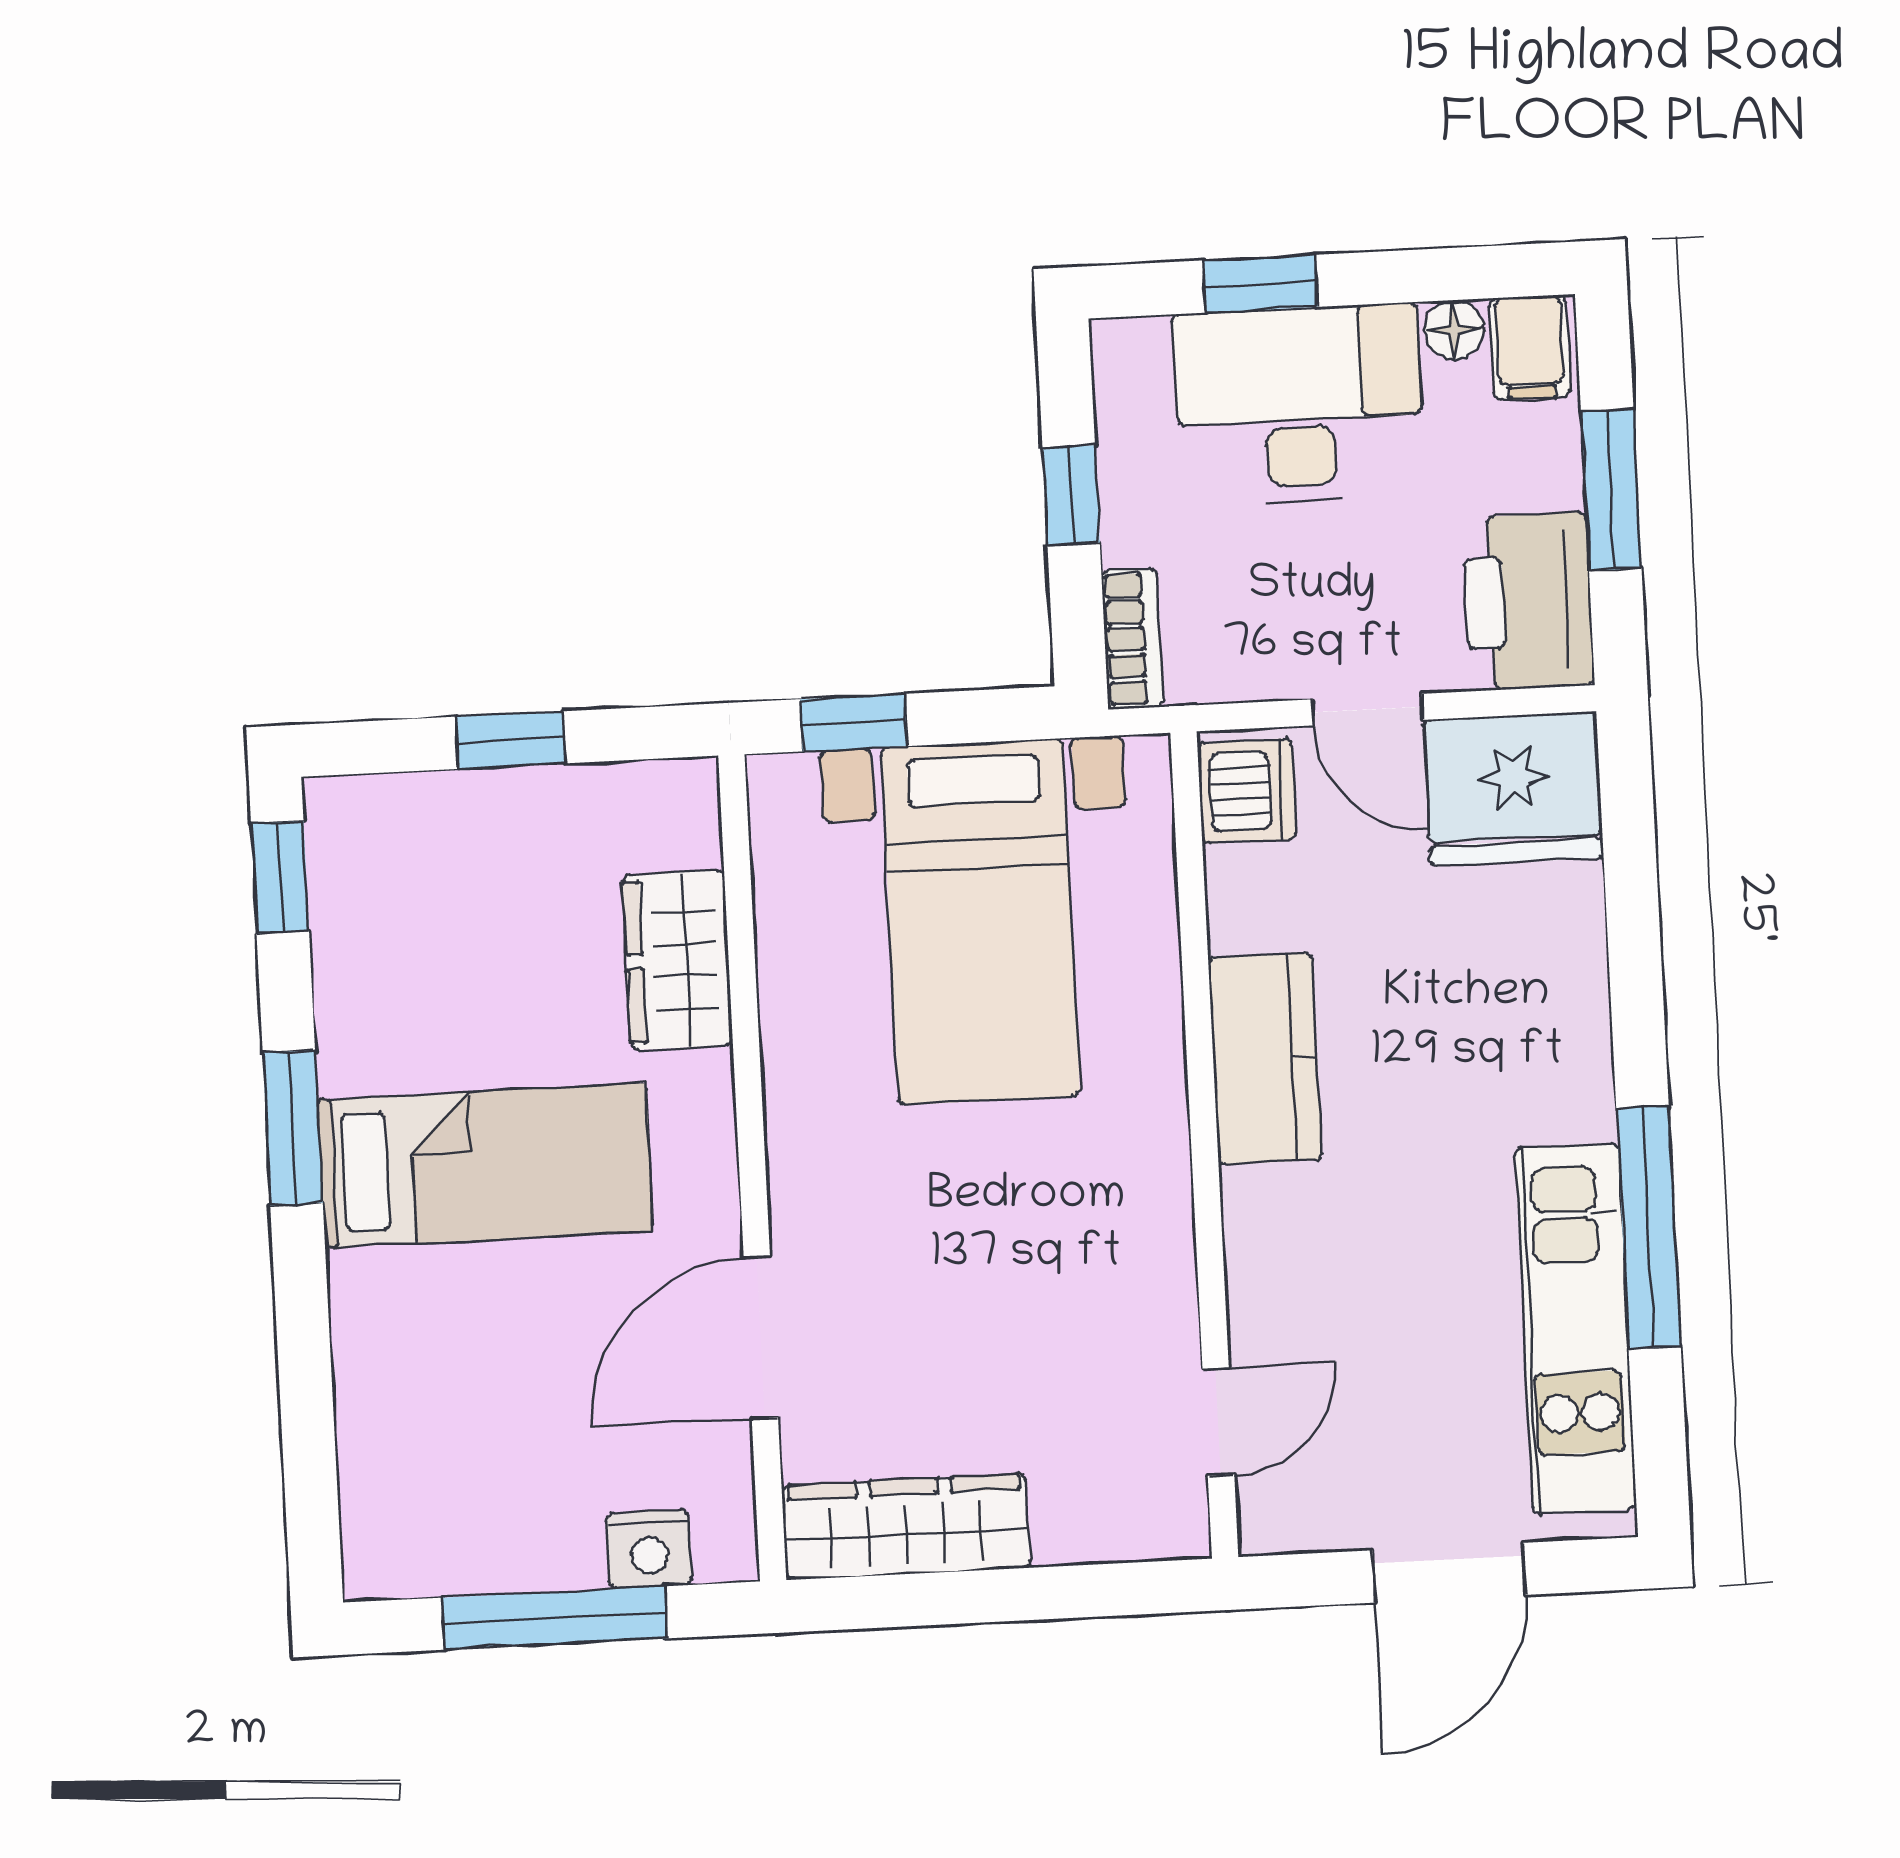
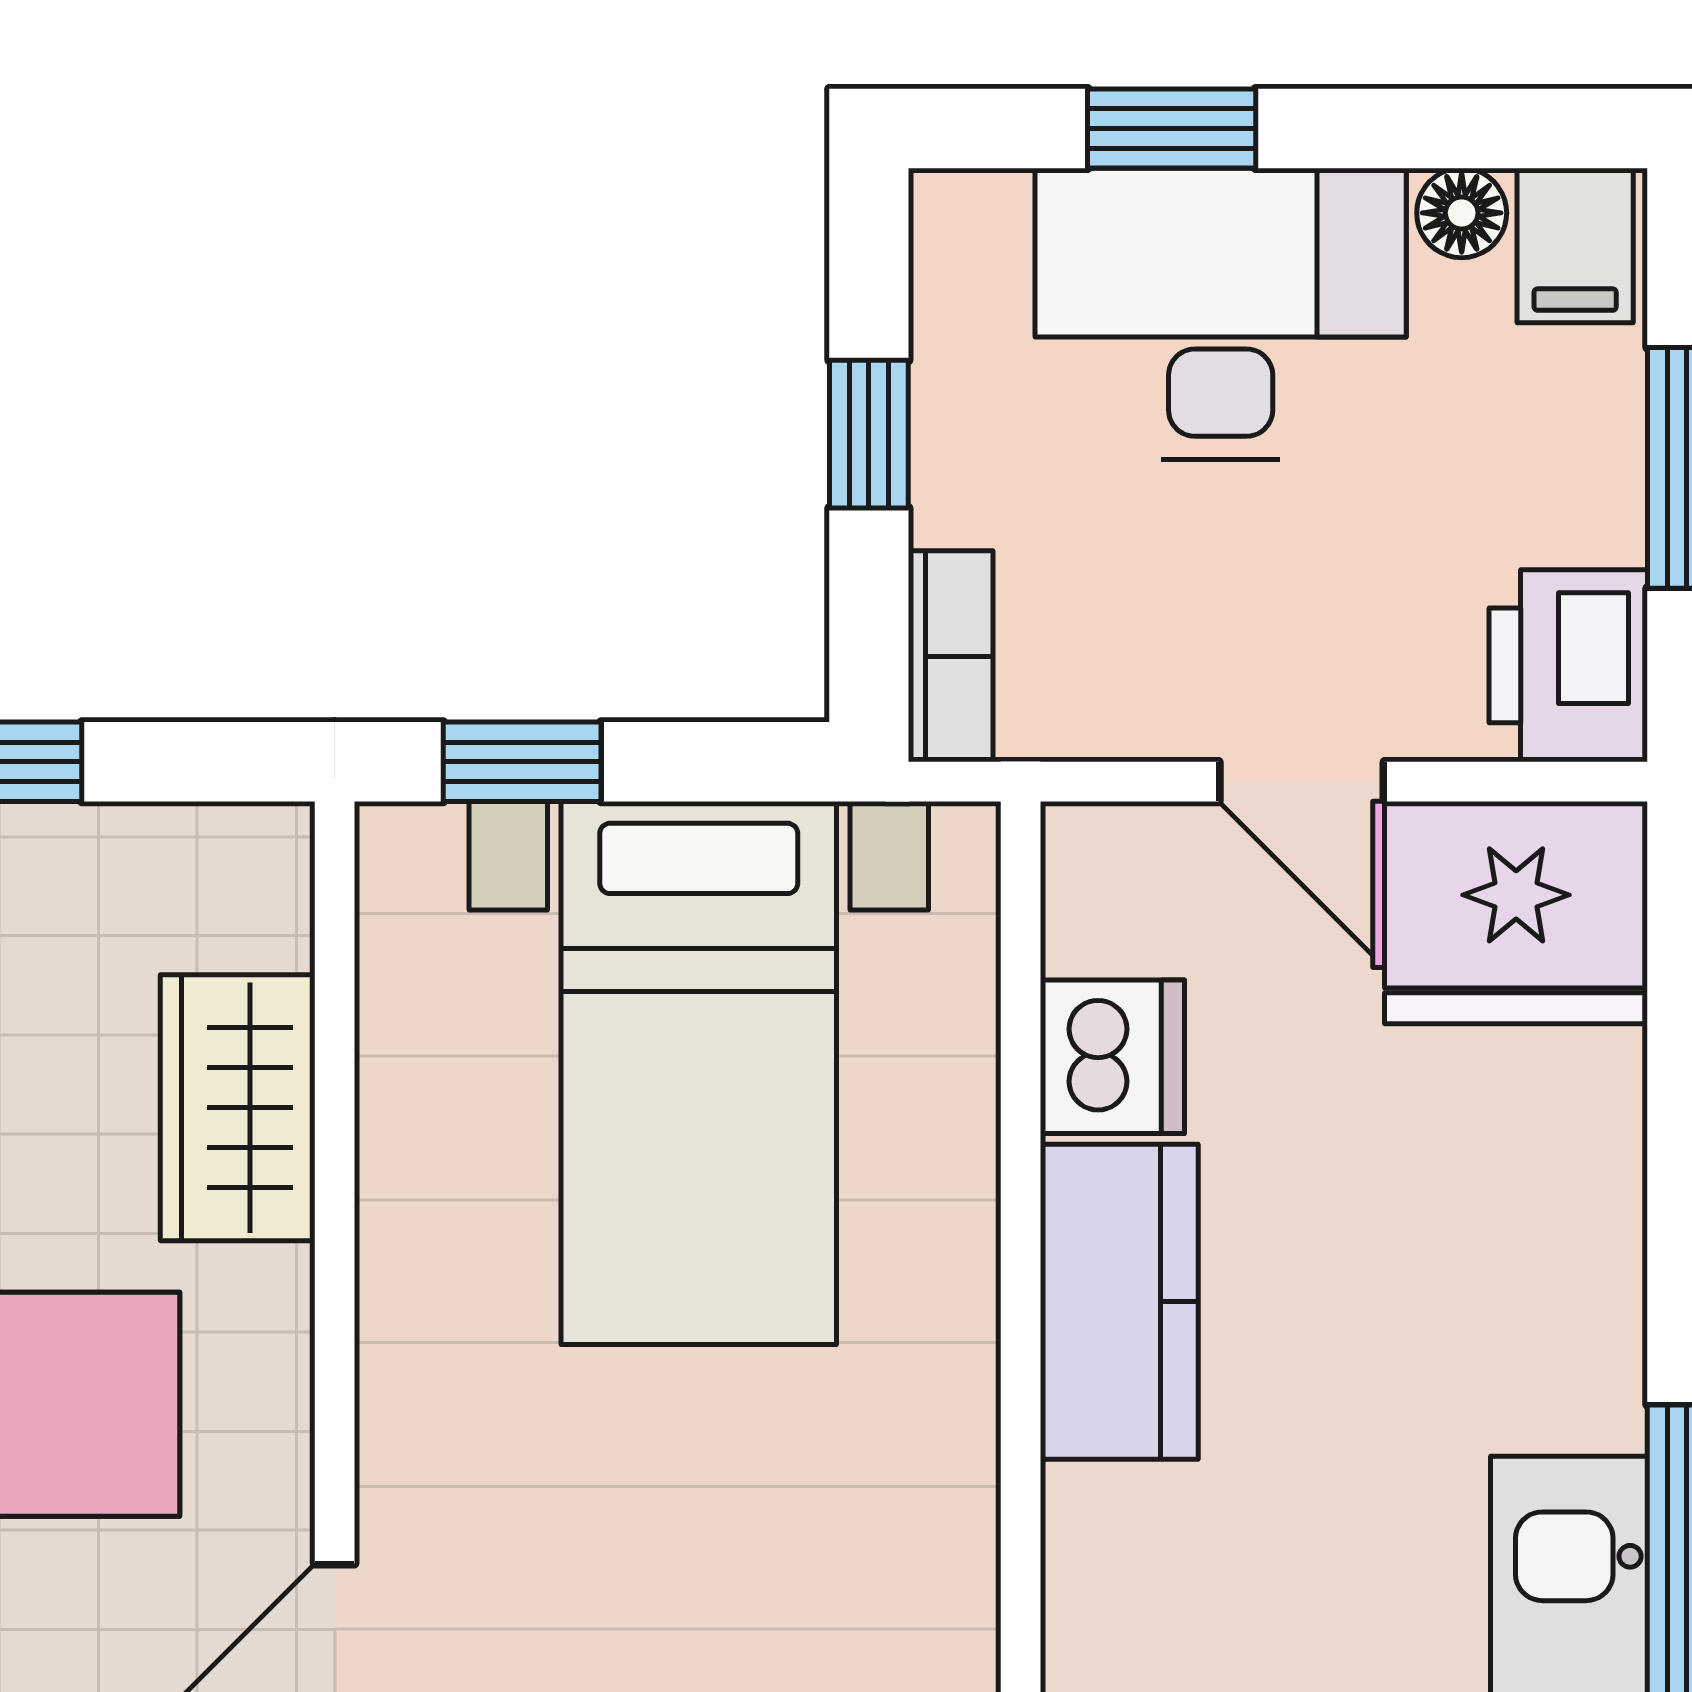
printer: (1528, 601) -> (1568, 665), width x0.73, depth x0.84
dishwasher: (1247, 791) -> (1112, 1057), moved

